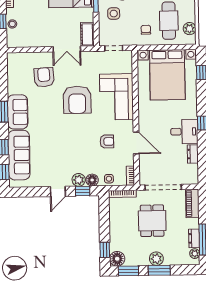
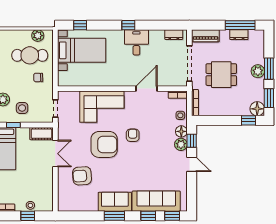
bed with nightstands: (167, 75) -> (82, 50), width x0.73
armchair: (107, 141) -> (133, 135), moved
dresser: (193, 154) -> (174, 35), moved
plant: (195, 254) -> (254, 34), removed

